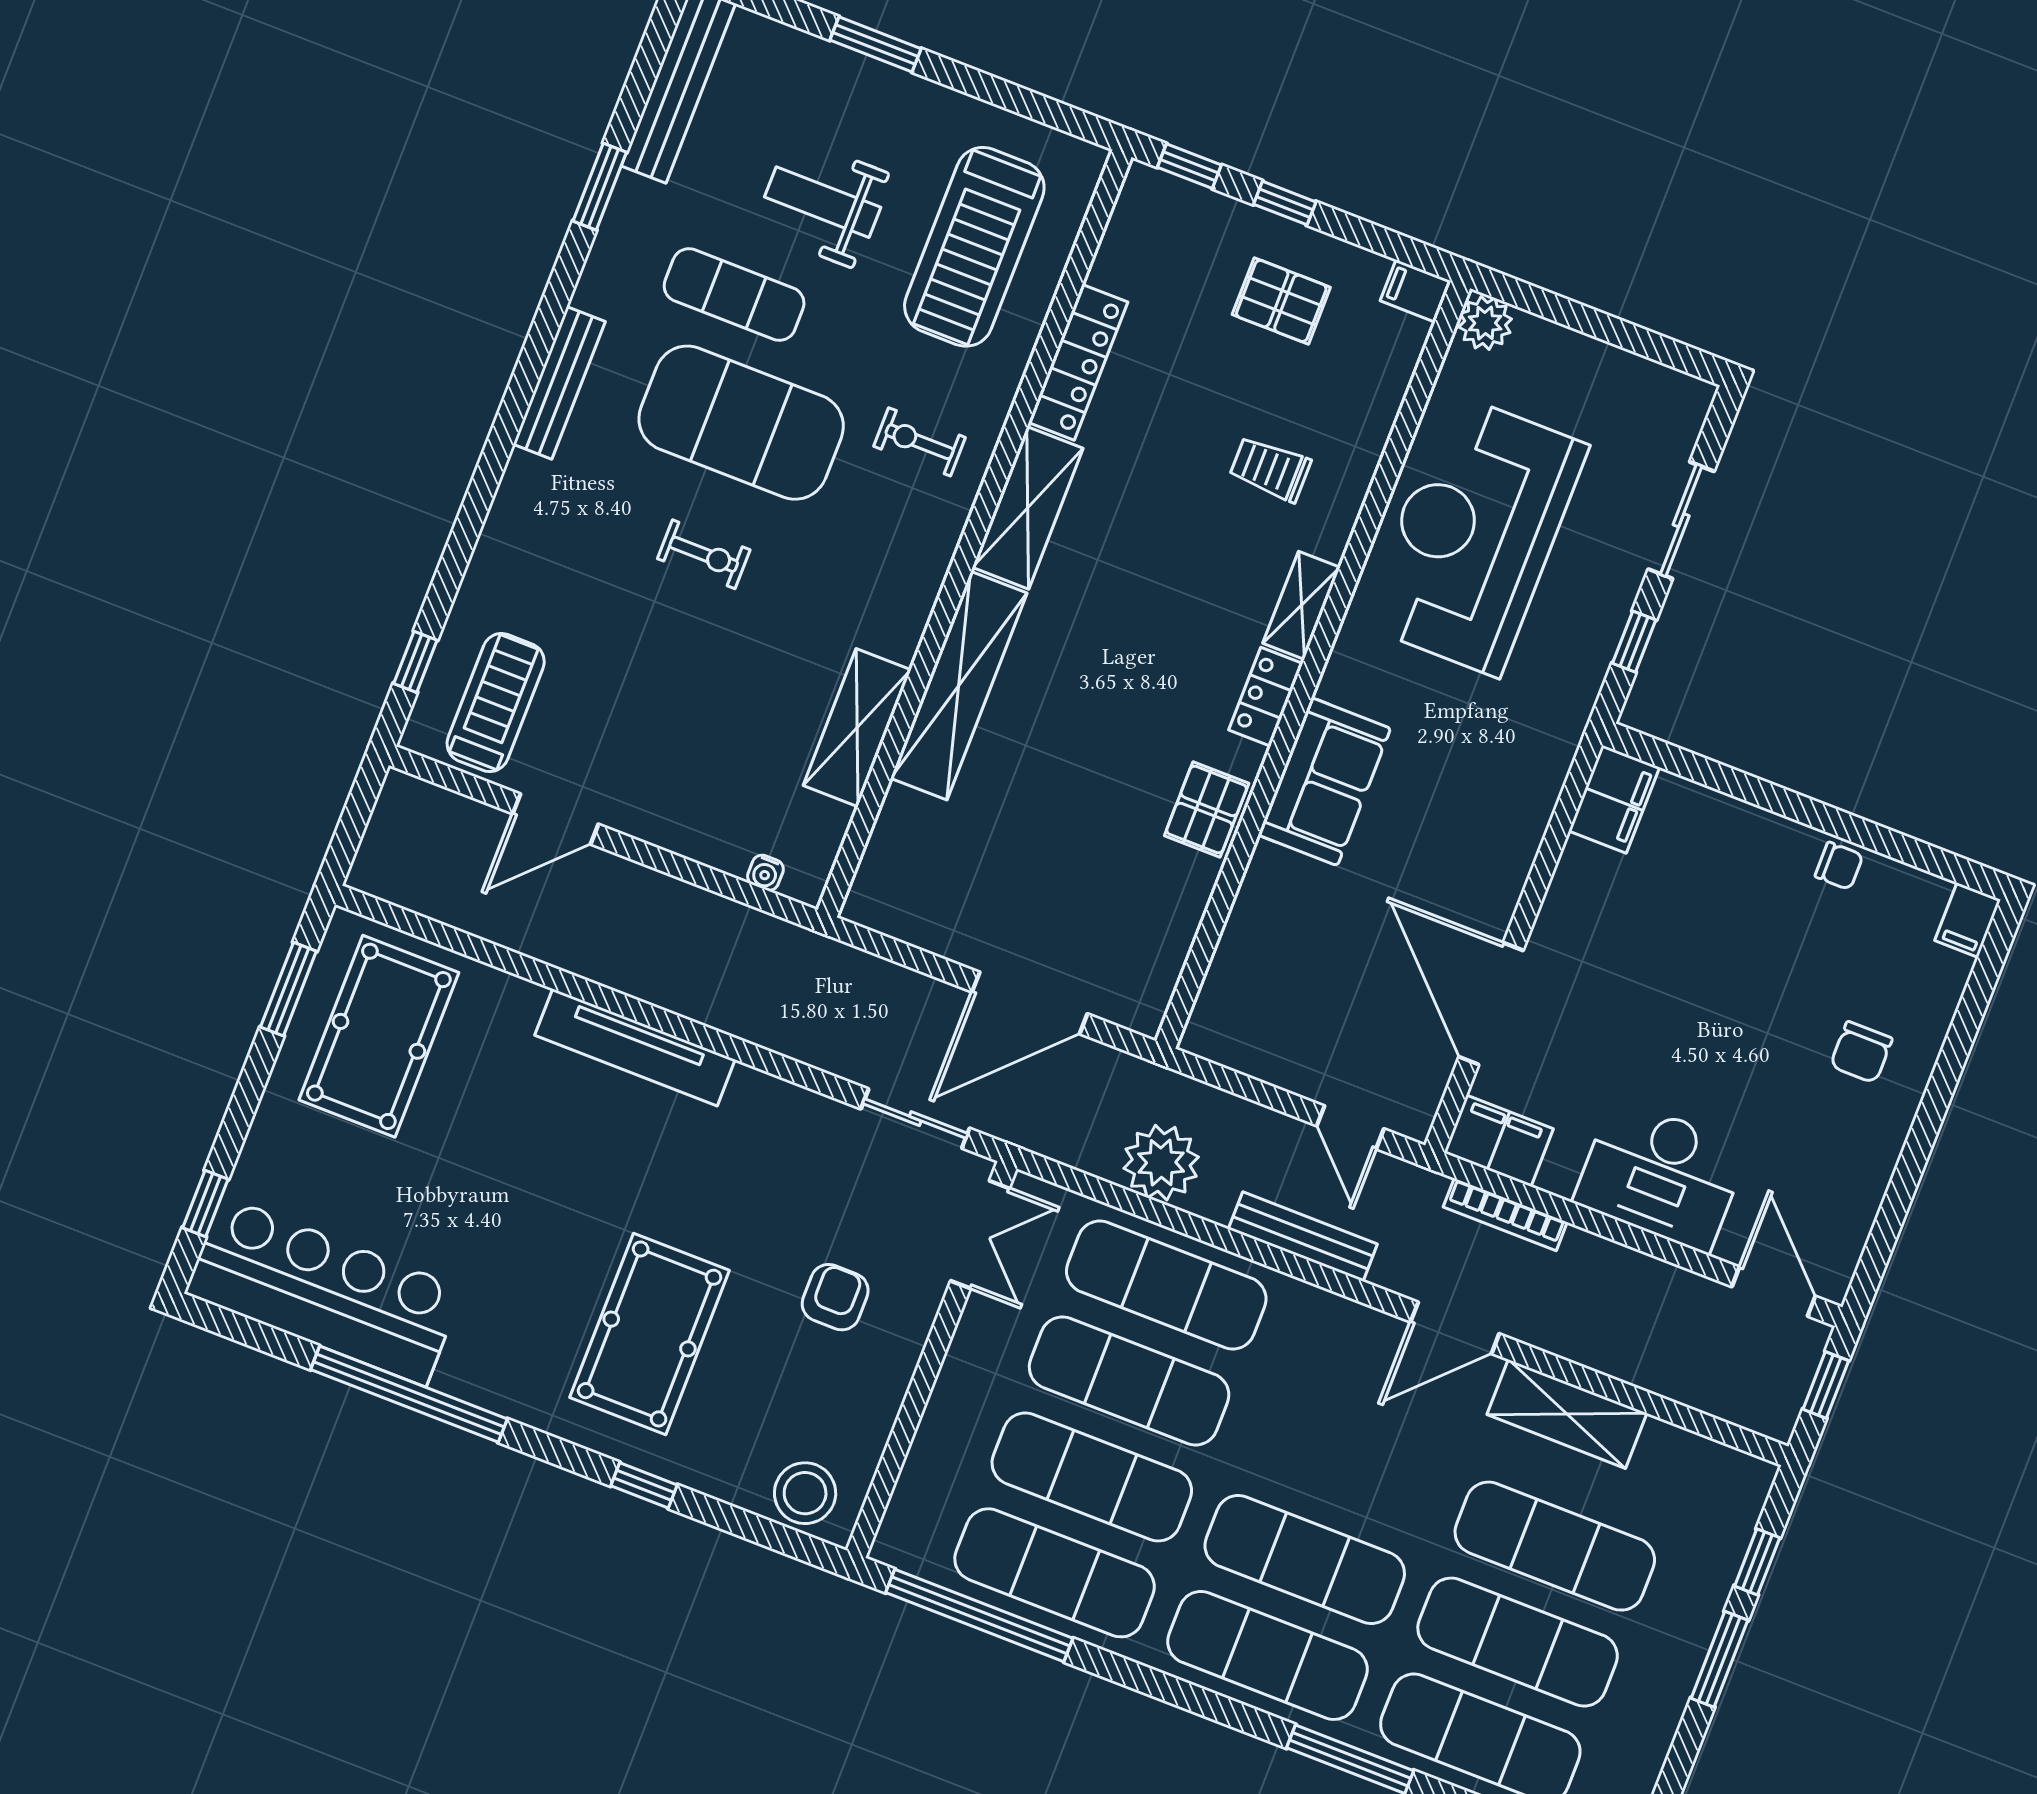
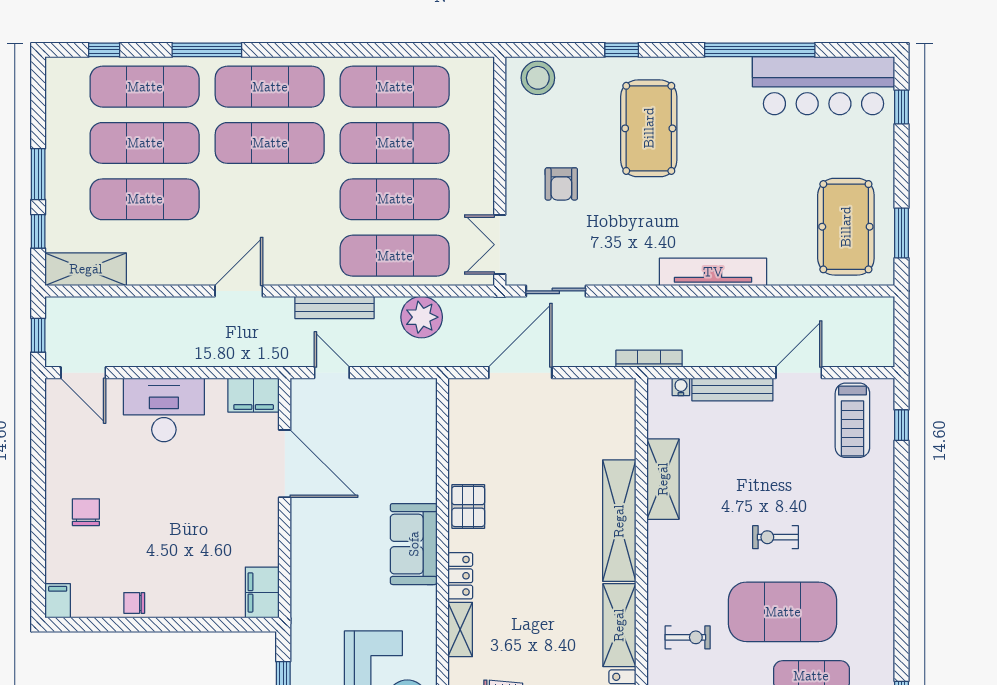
bench: (559, 383) -> (732, 389), moved, turned 90
bookcase: (1505, 1215) -> (649, 359), moved
shelving: (1567, 1414) -> (86, 269), moved
window: (979, 1615) -> (425, 50), removed

